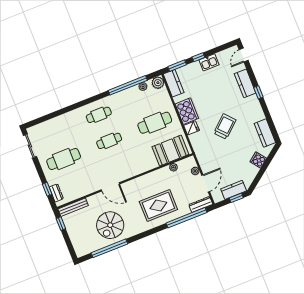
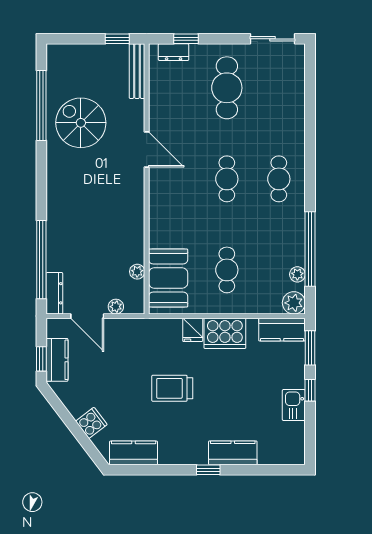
door: (244, 55) -> (283, 470), removed
cafe table: (155, 123) -> (227, 270), width x0.73, depth x0.74
trolley: (225, 126) -> (172, 388), turned 132
door: (110, 187) -> (147, 149), swing flipped
rug: (158, 205) -> (82, 220), removed

